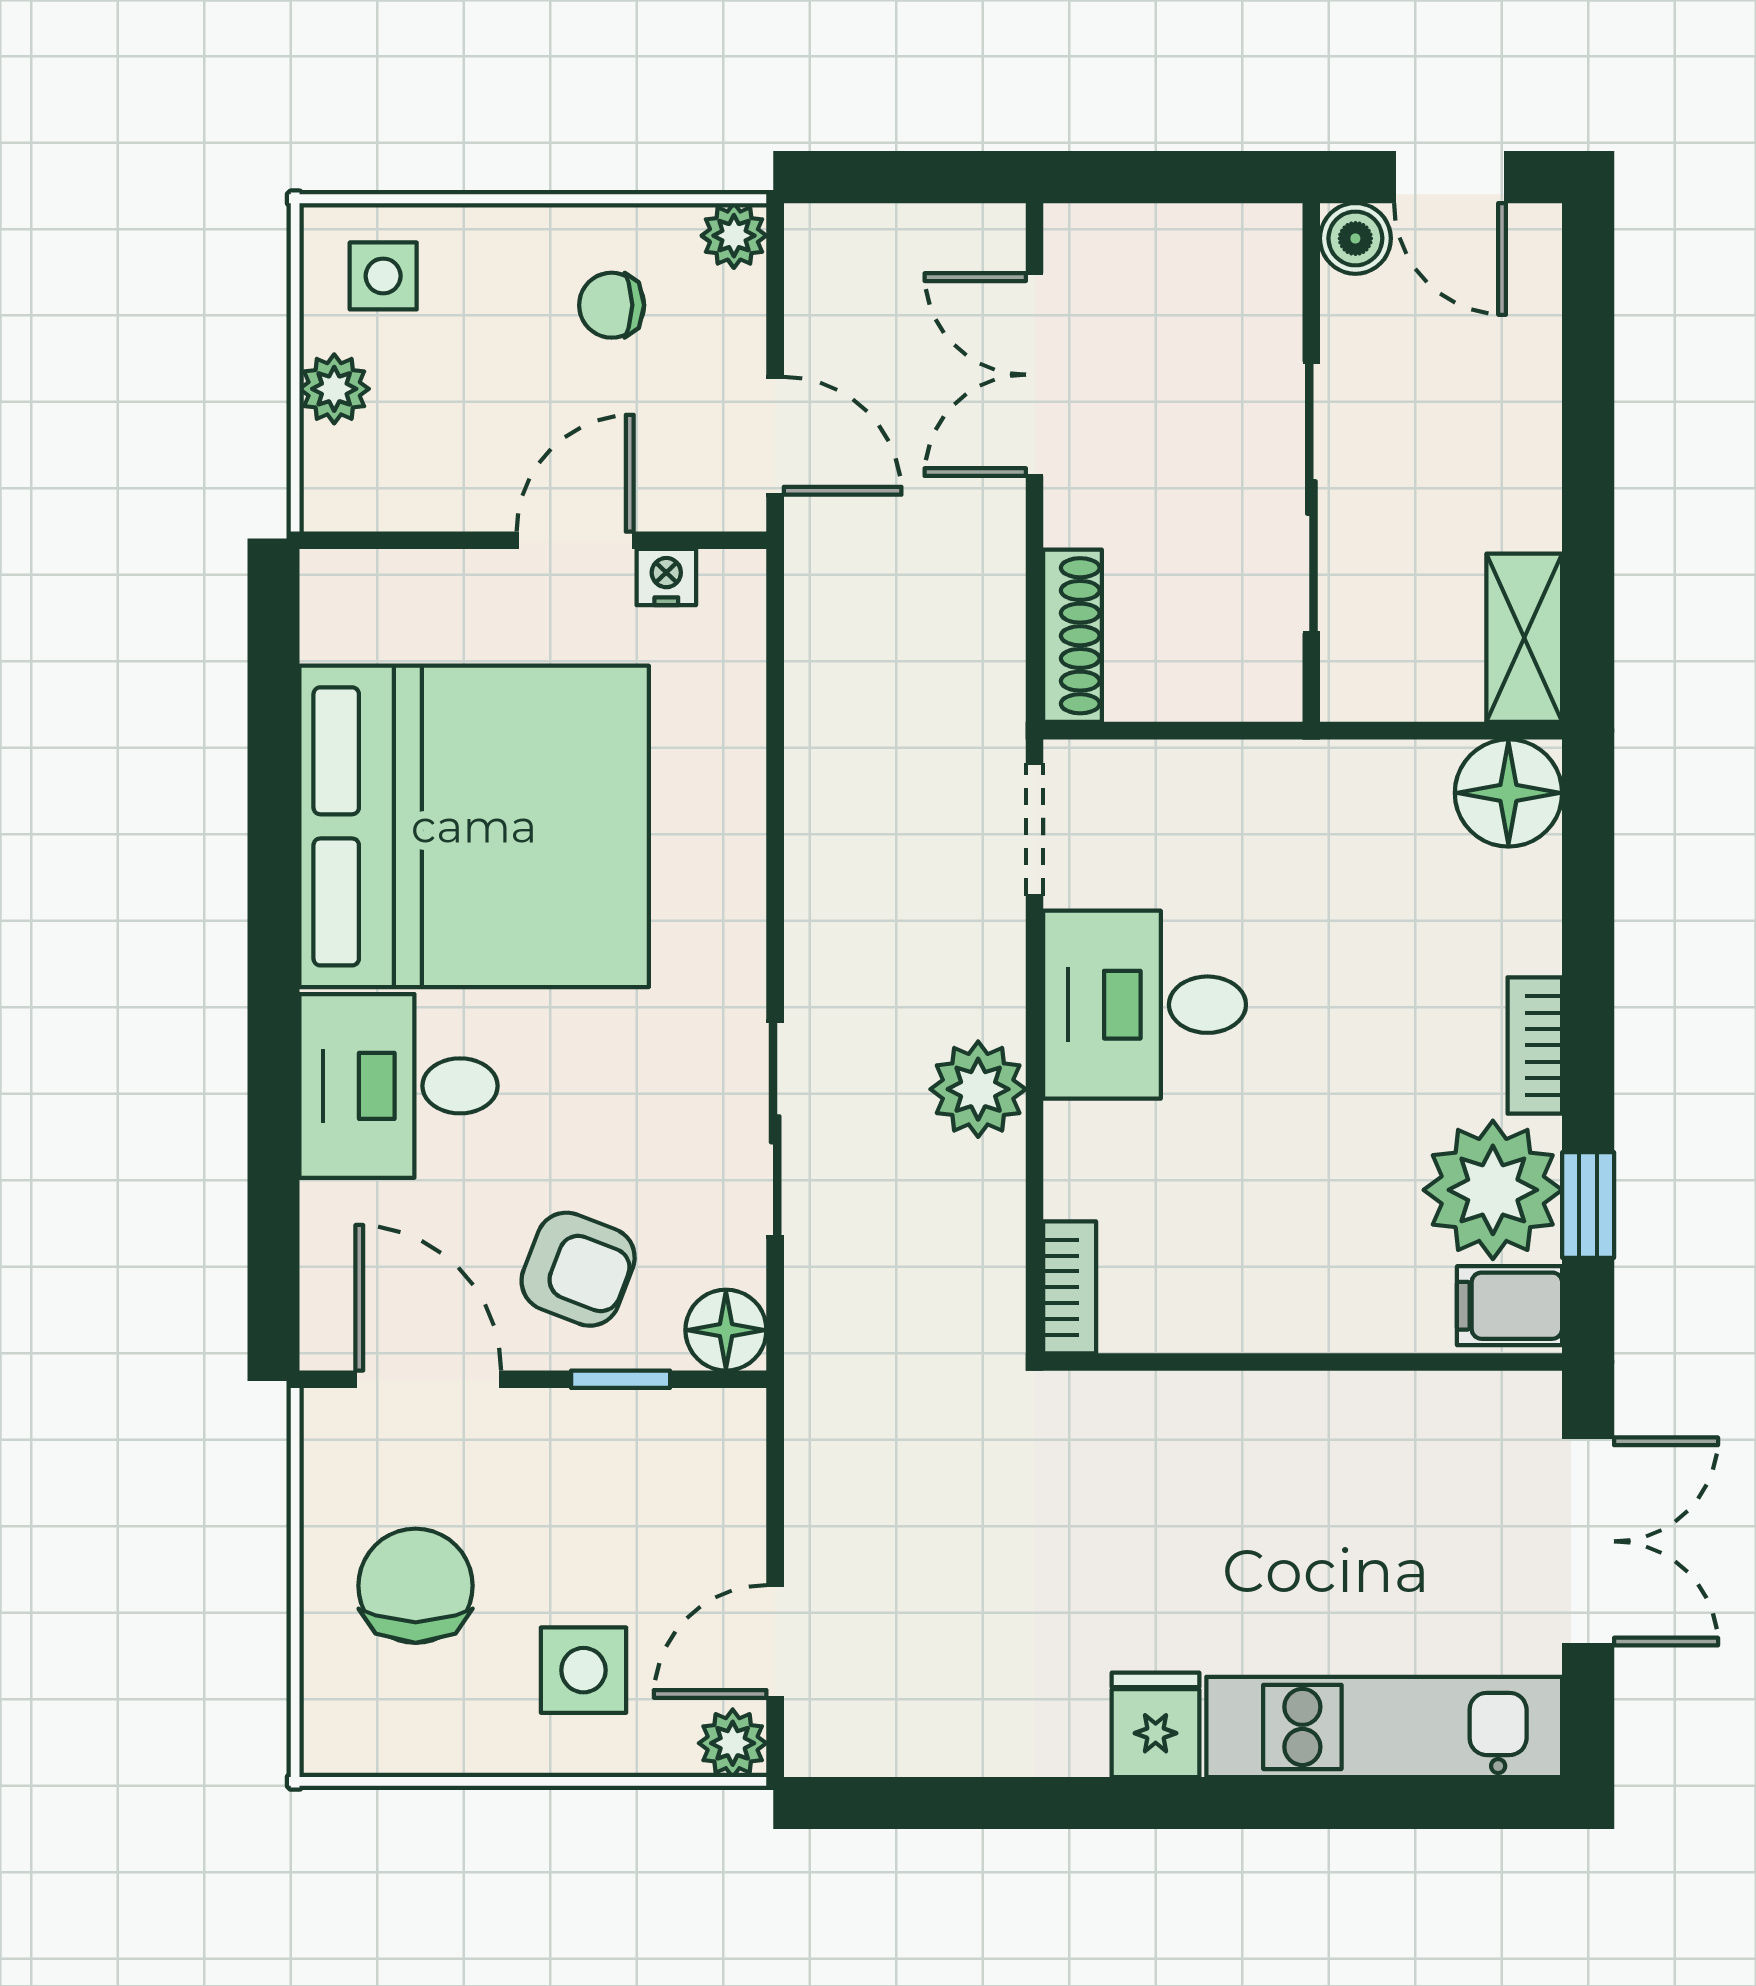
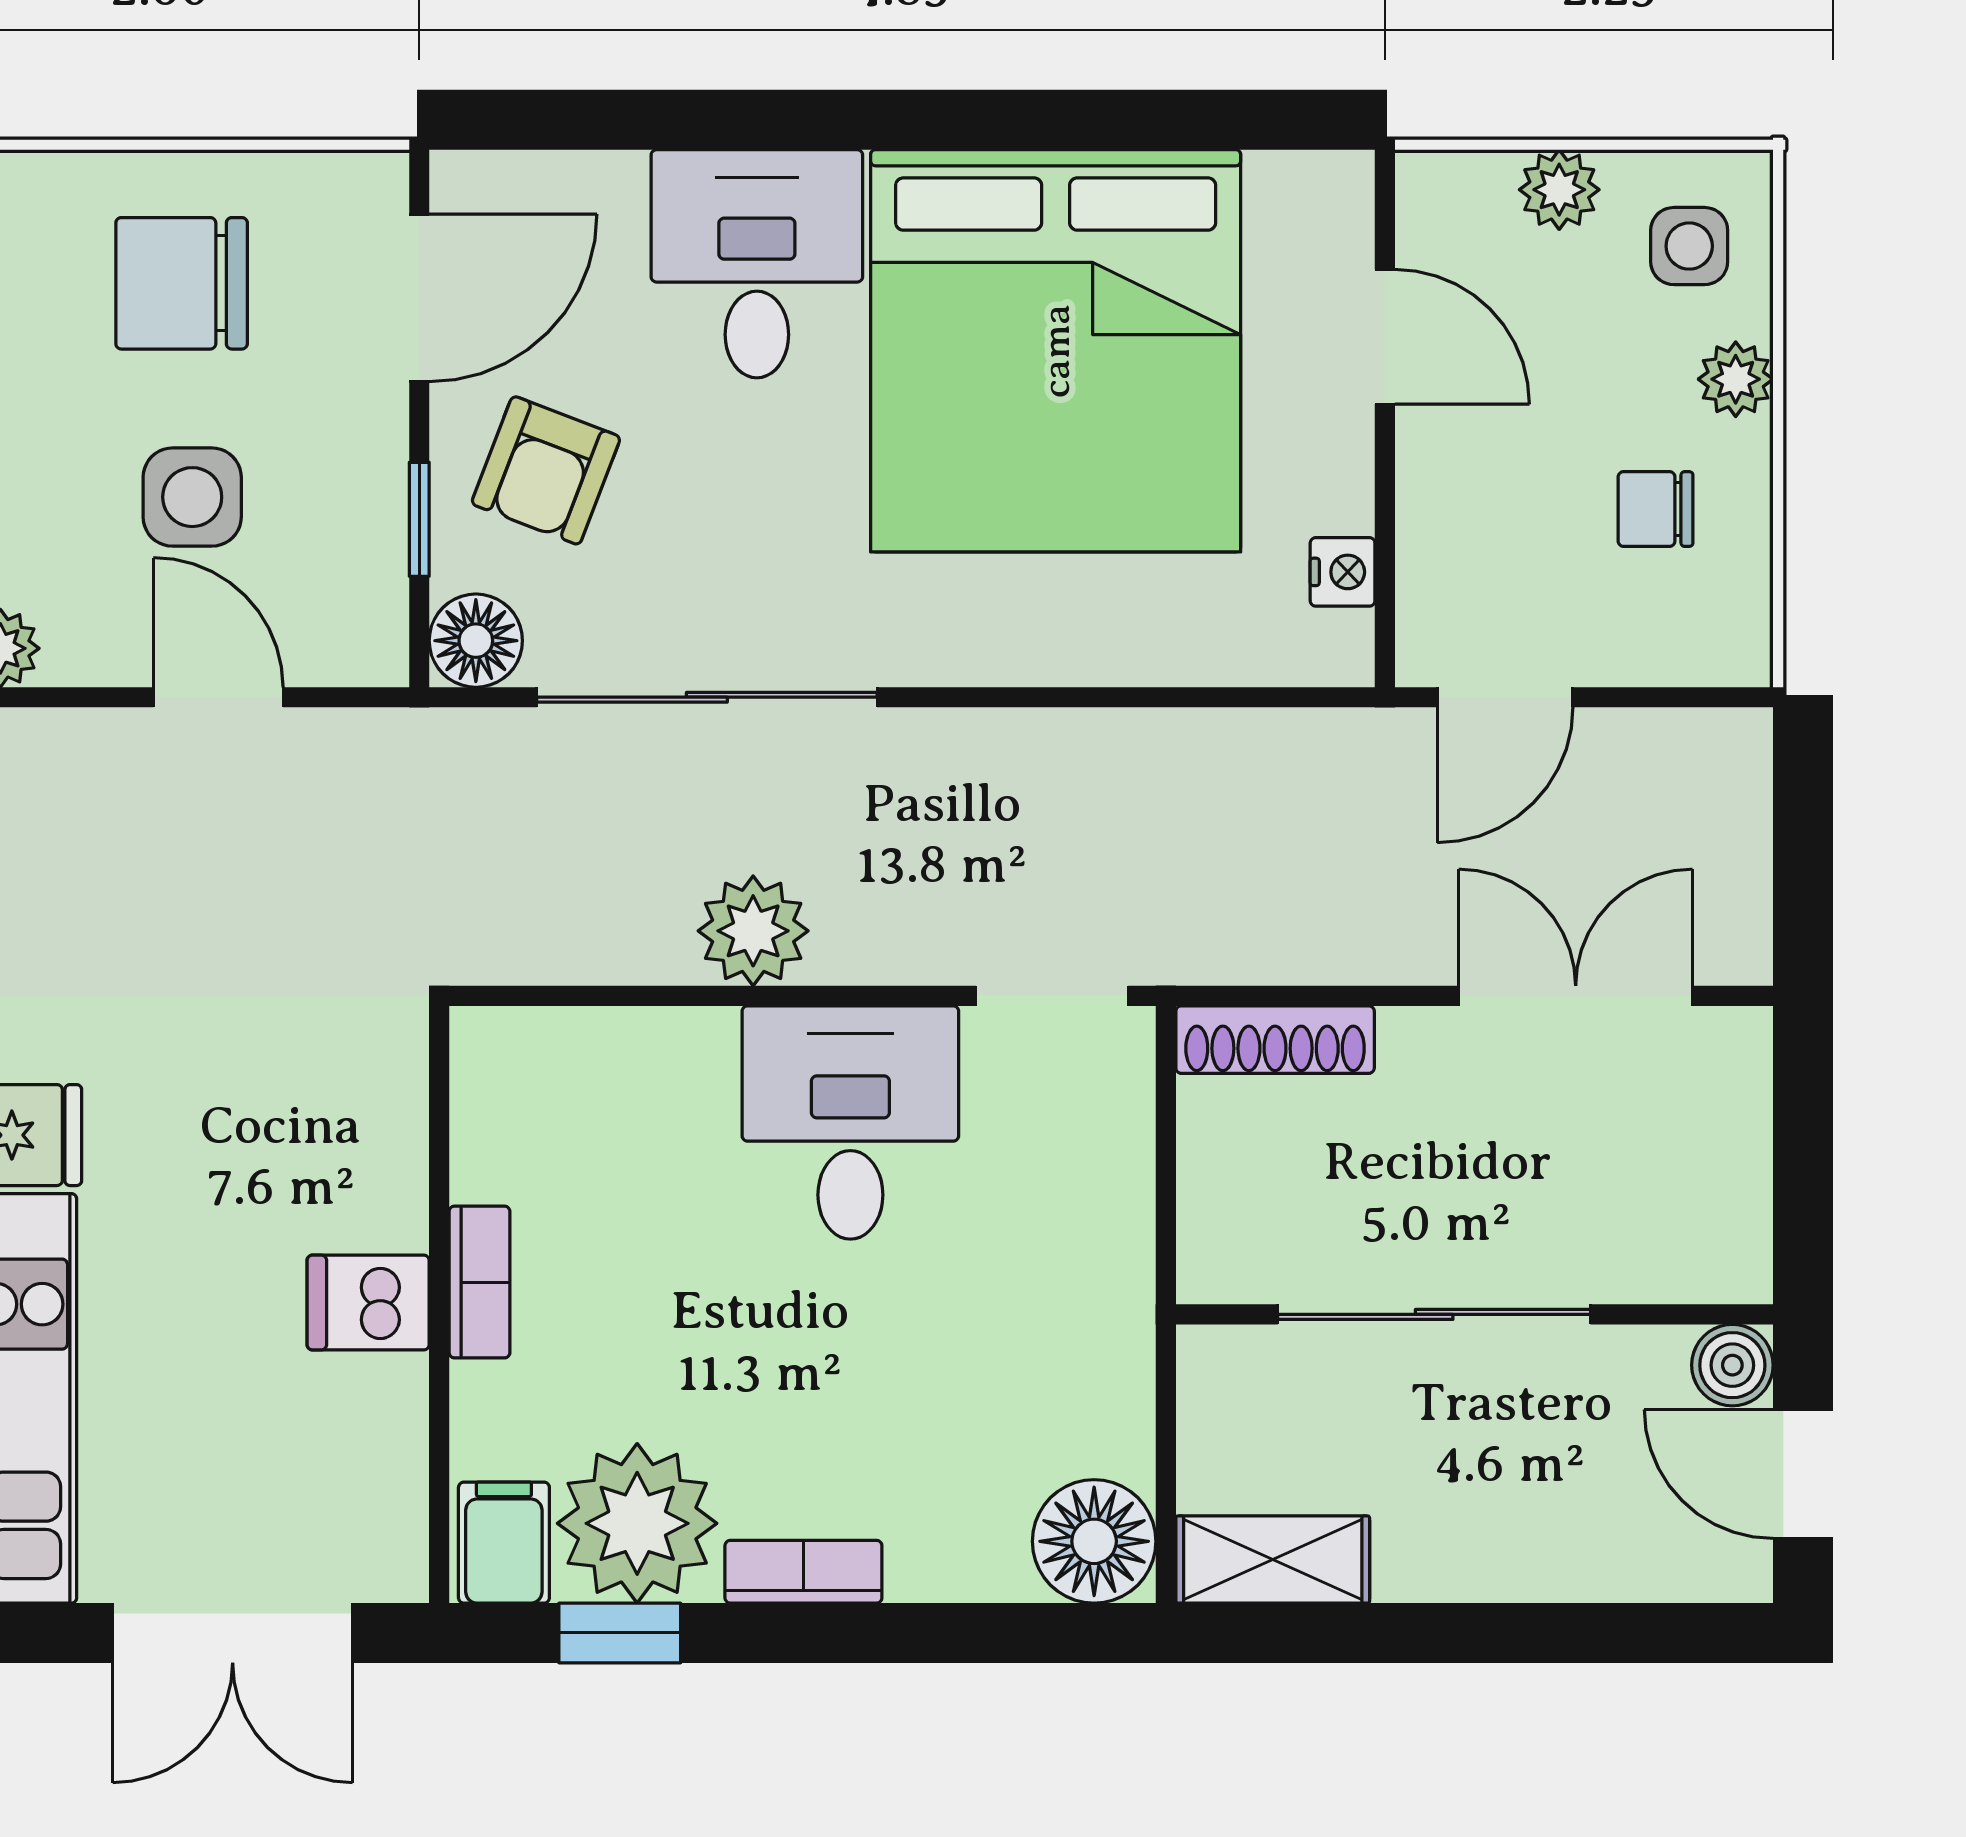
door: (1450, 177) -> (1803, 1474), hinge flipped
plant: (734, 236) -> (1736, 379), moved
chair: (612, 305) -> (1656, 509), turned -90
door: (575, 540) -> (1385, 337), moved
sliding door: (775, 1129) -> (707, 697), width x1.37
bookcase: (1070, 1287) -> (479, 1282), moved, turned -90
dishwasher: (1301, 1424) -> (368, 1303), added
chair: (416, 1586) -> (182, 283), turned 180
door: (775, 1642) -> (218, 697), moved
side table: (583, 1670) -> (192, 497), moved

